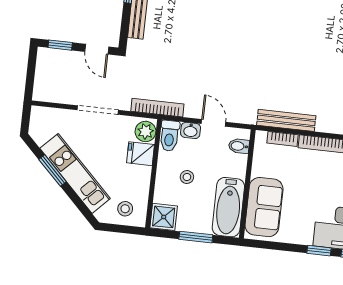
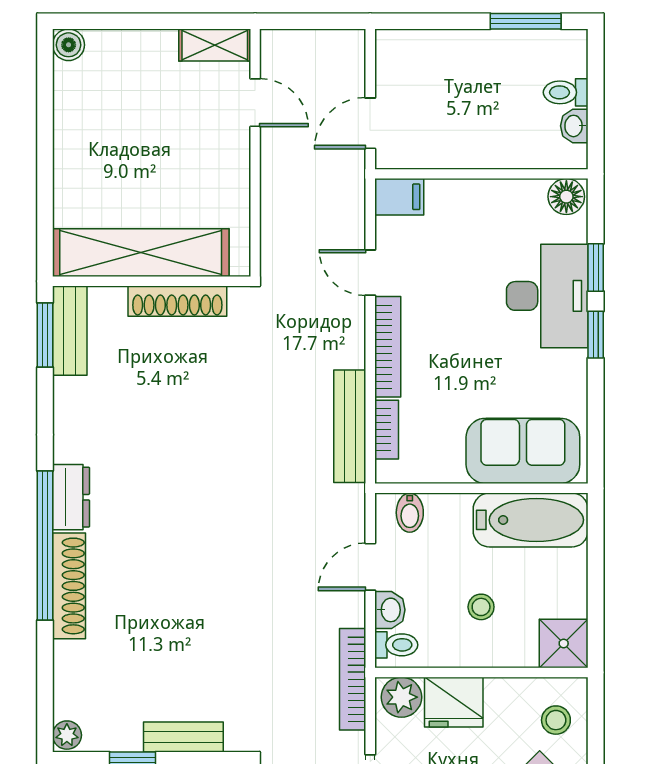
toilet: (169, 136) -> (396, 645), width x0.73, depth x0.72
fridge: (141, 154) -> (454, 702), width x1.38
window: (196, 237) -> (596, 577), removed

